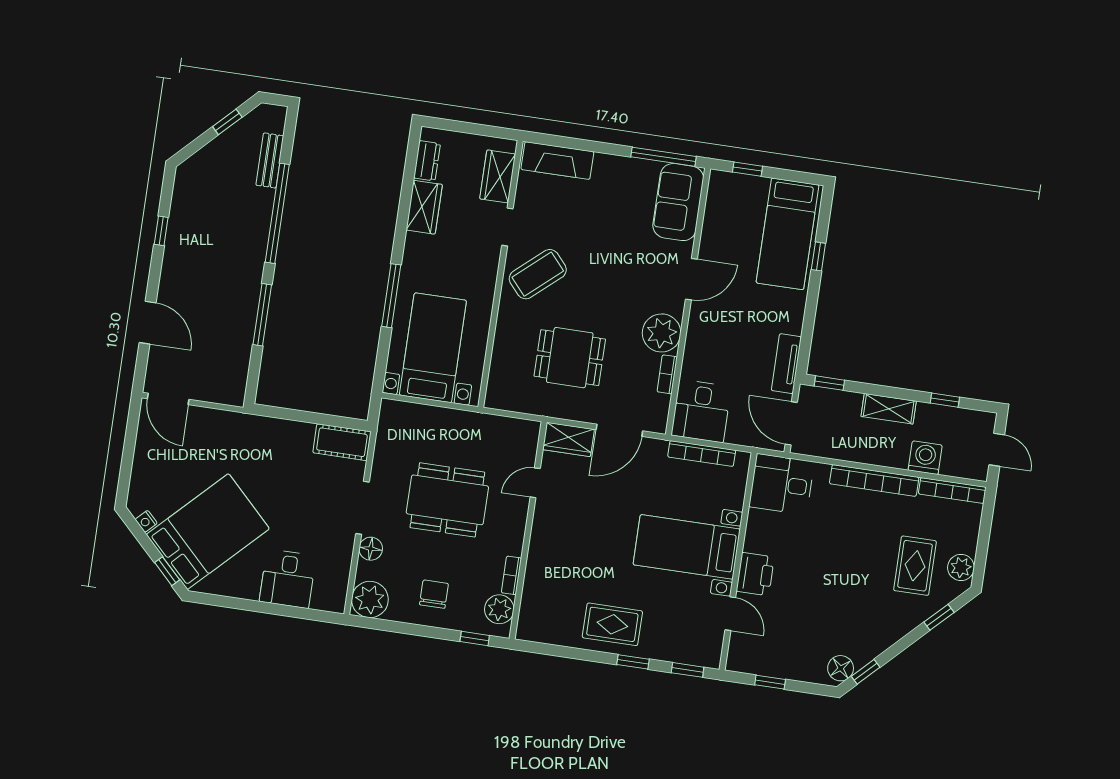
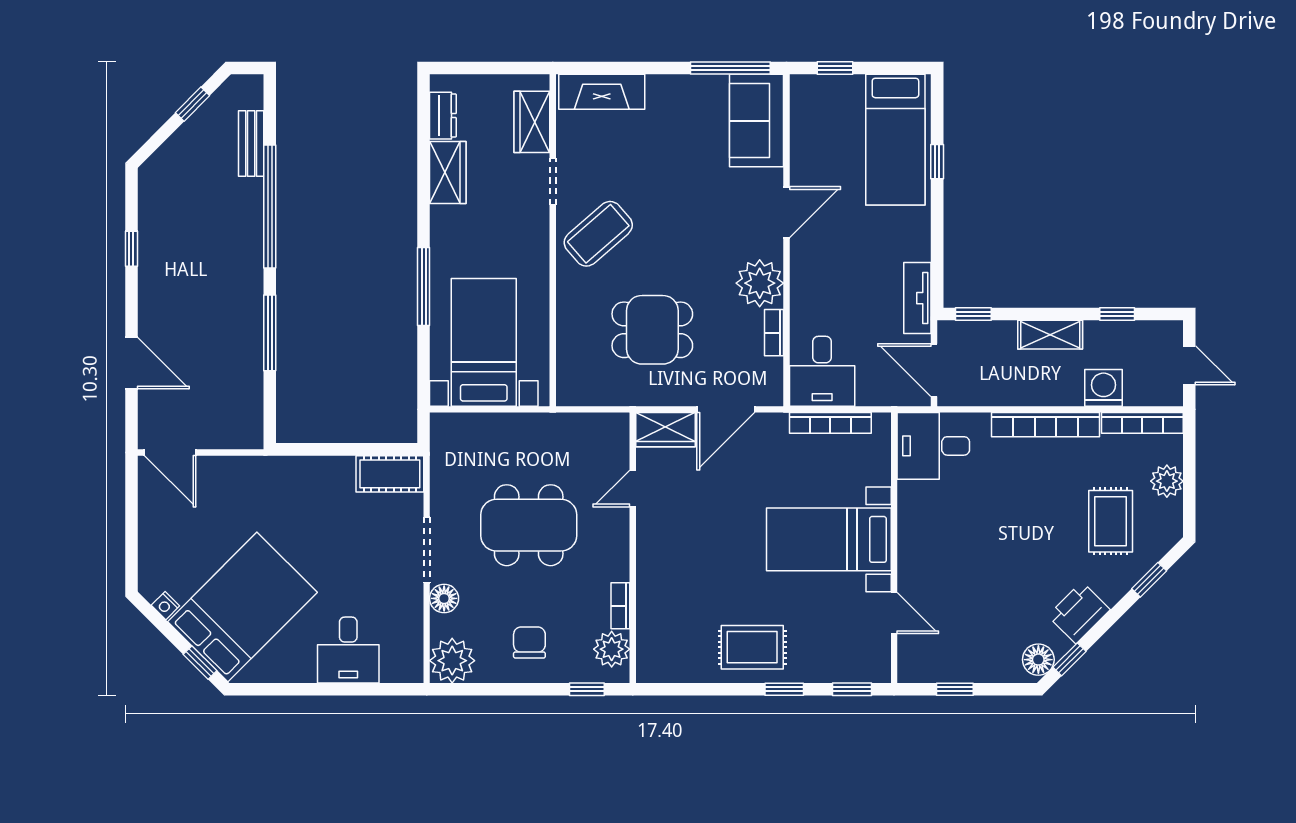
plant: (961, 567) -> (1167, 481), moved
printer: (755, 574) -> (1079, 613), moved, turned -135

